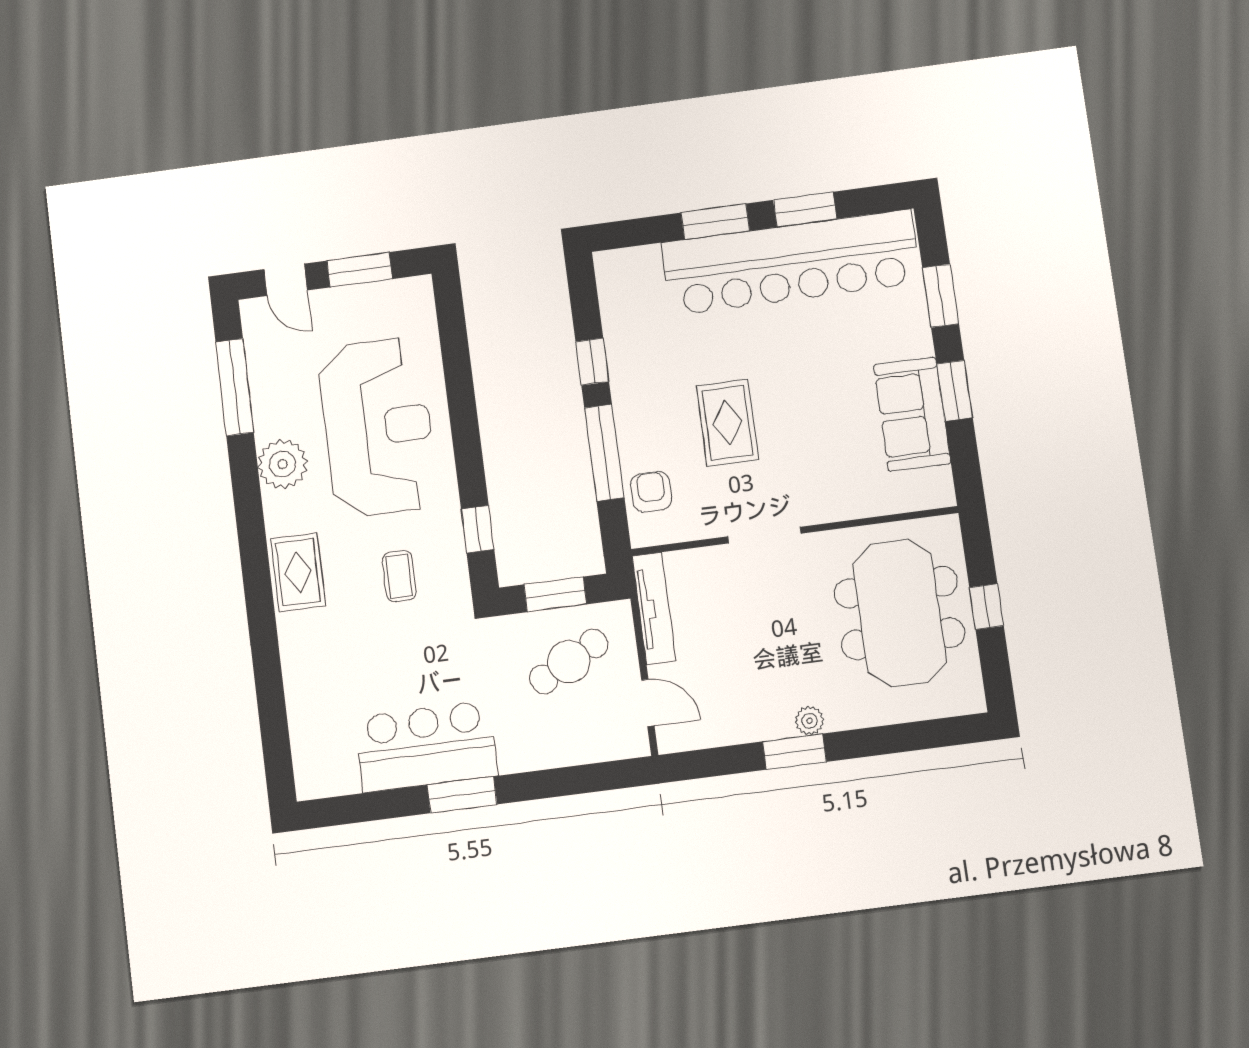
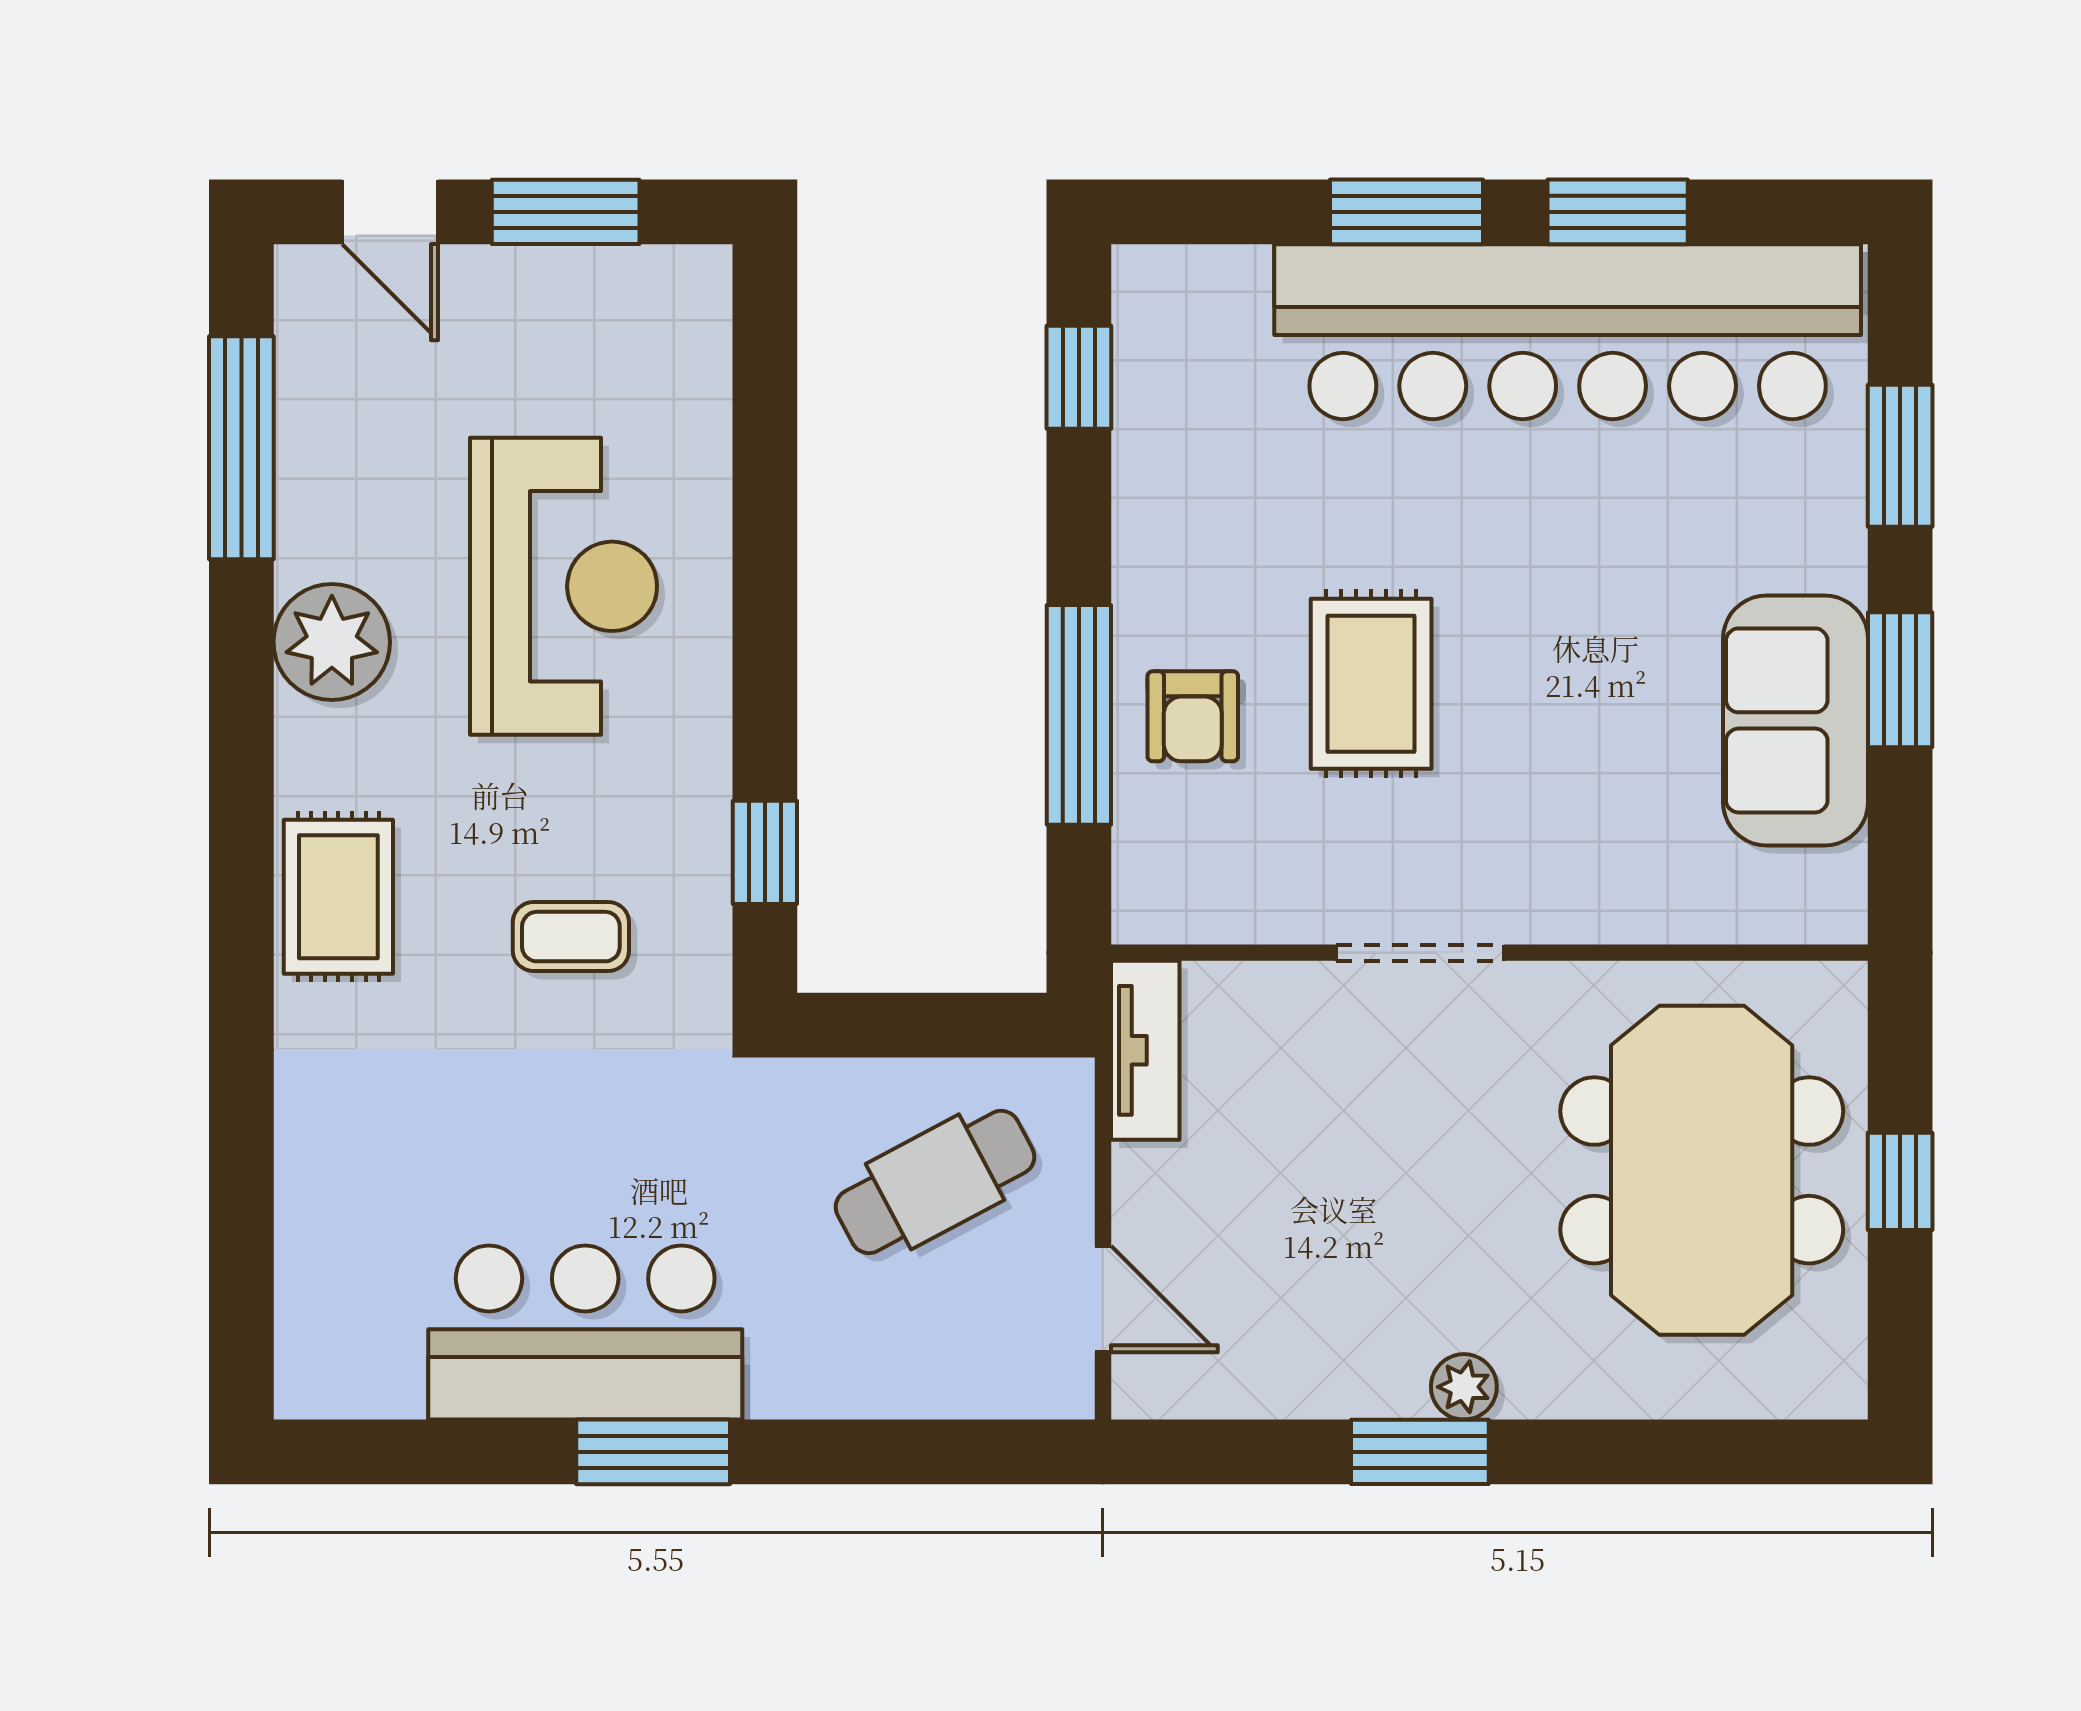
window: (592, 362) -> (1079, 377), moved
reception desk: (378, 427) -> (564, 586), width x0.74, depth x0.77
armchair: (651, 492) -> (1193, 716), moved, turned 180
coffee table: (399, 576) -> (571, 937), turned 90
window: (555, 594) -> (924, 1025), removed
tv unit: (654, 608) -> (1145, 1050), width x0.71

